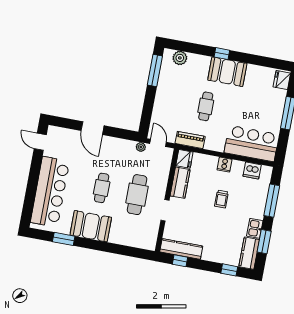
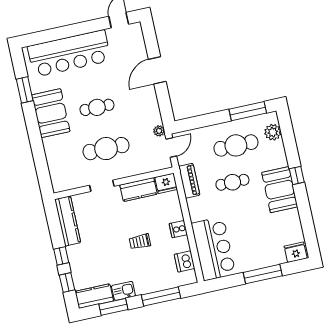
cafe table: (178, 91) -> (236, 145), added
window: (180, 261) -> (61, 256), moved

